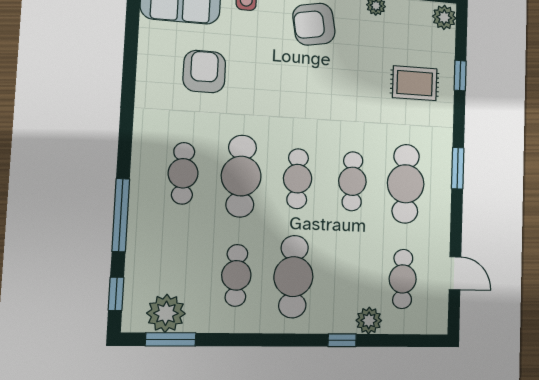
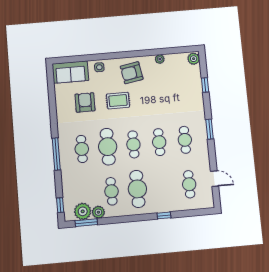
rug: (415, 83) -> (118, 101), moved
cafe table: (406, 184) -> (185, 140), width x0.73, depth x0.74
window: (121, 215) -> (56, 154), moved
plant: (369, 321) -> (98, 212), moved

